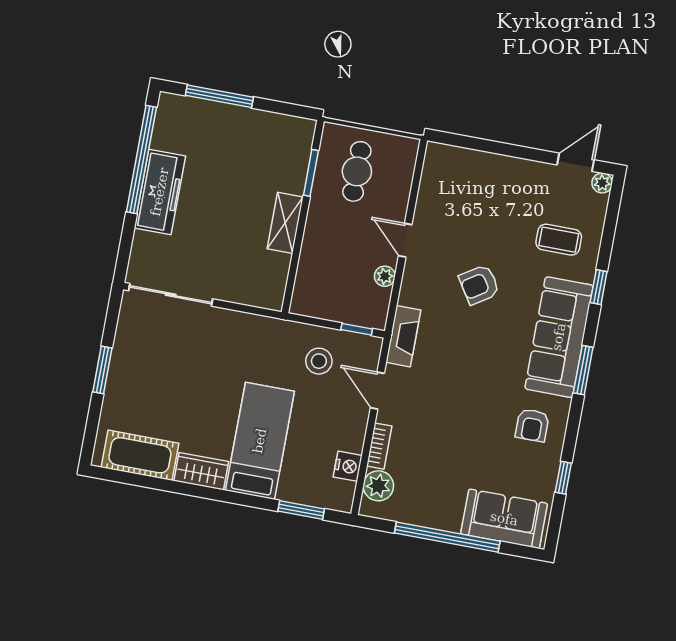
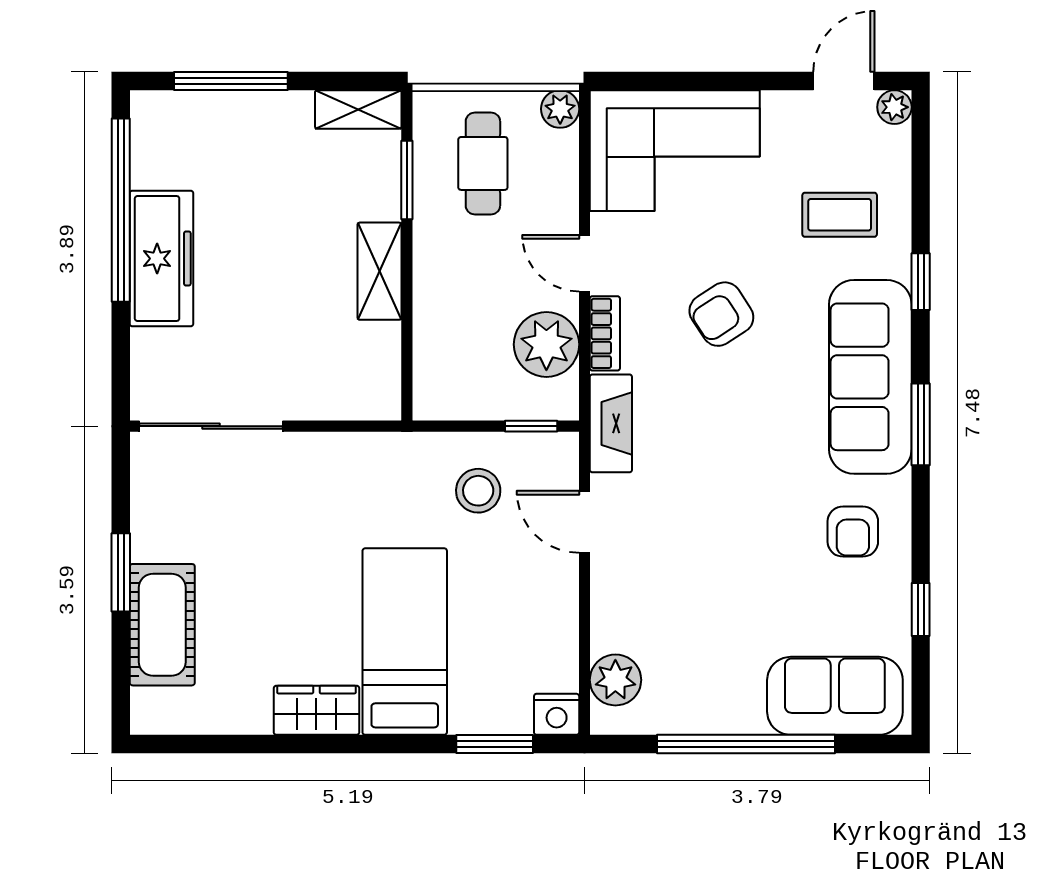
shelving: (290, 127) -> (358, 109), added
plant: (408, 148) -> (560, 109), added
corner sofa: (470, 185) -> (675, 151), added
plant: (385, 276) -> (546, 344), width x1.88, depth x1.88
bookcase: (379, 446) -> (605, 333), moved
cot: (140, 455) -> (162, 625), moved, turned 90
nightstand: (348, 466) -> (557, 714), moved, turned 90

